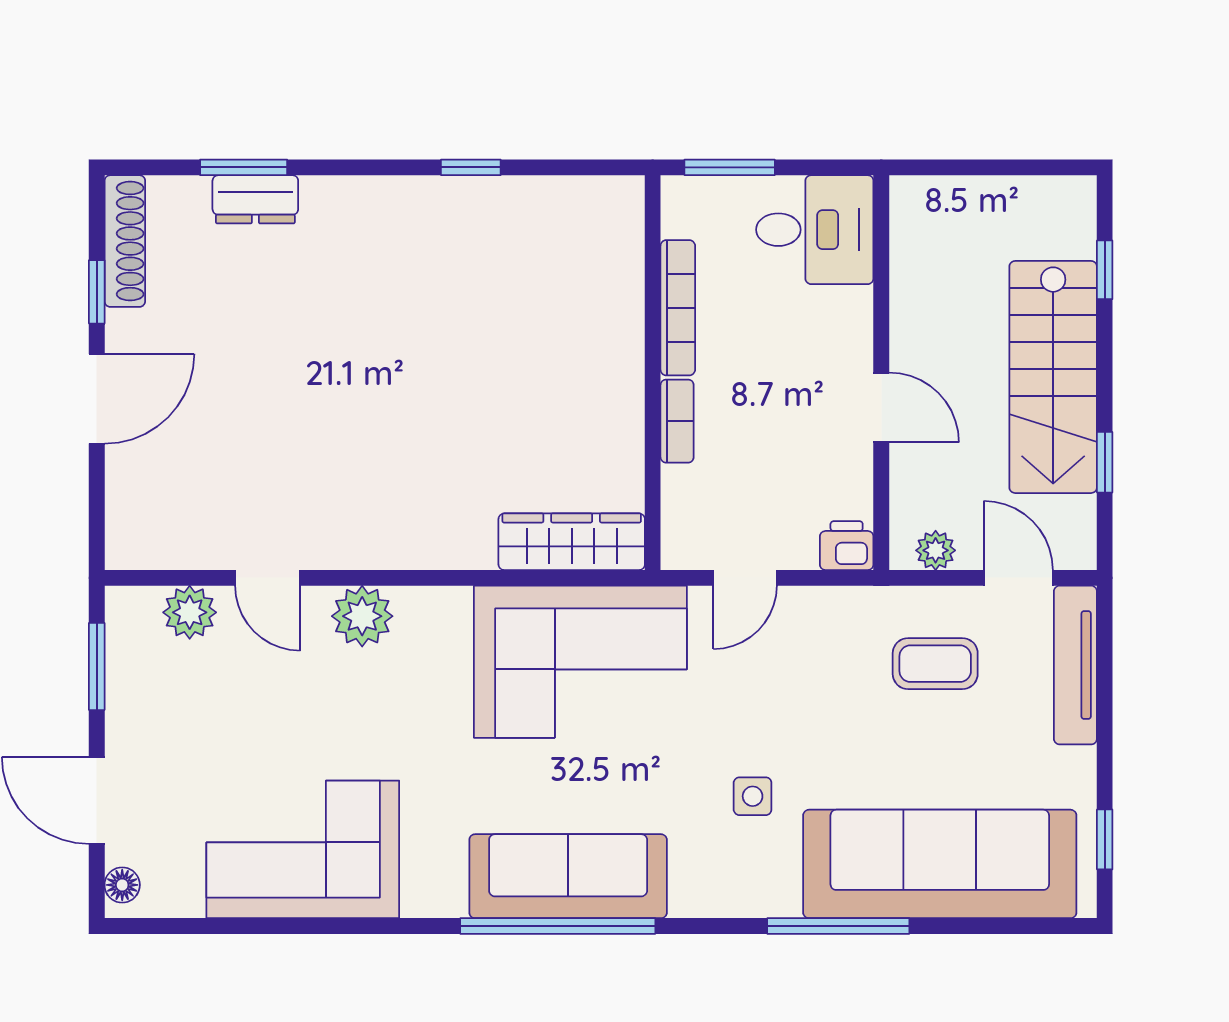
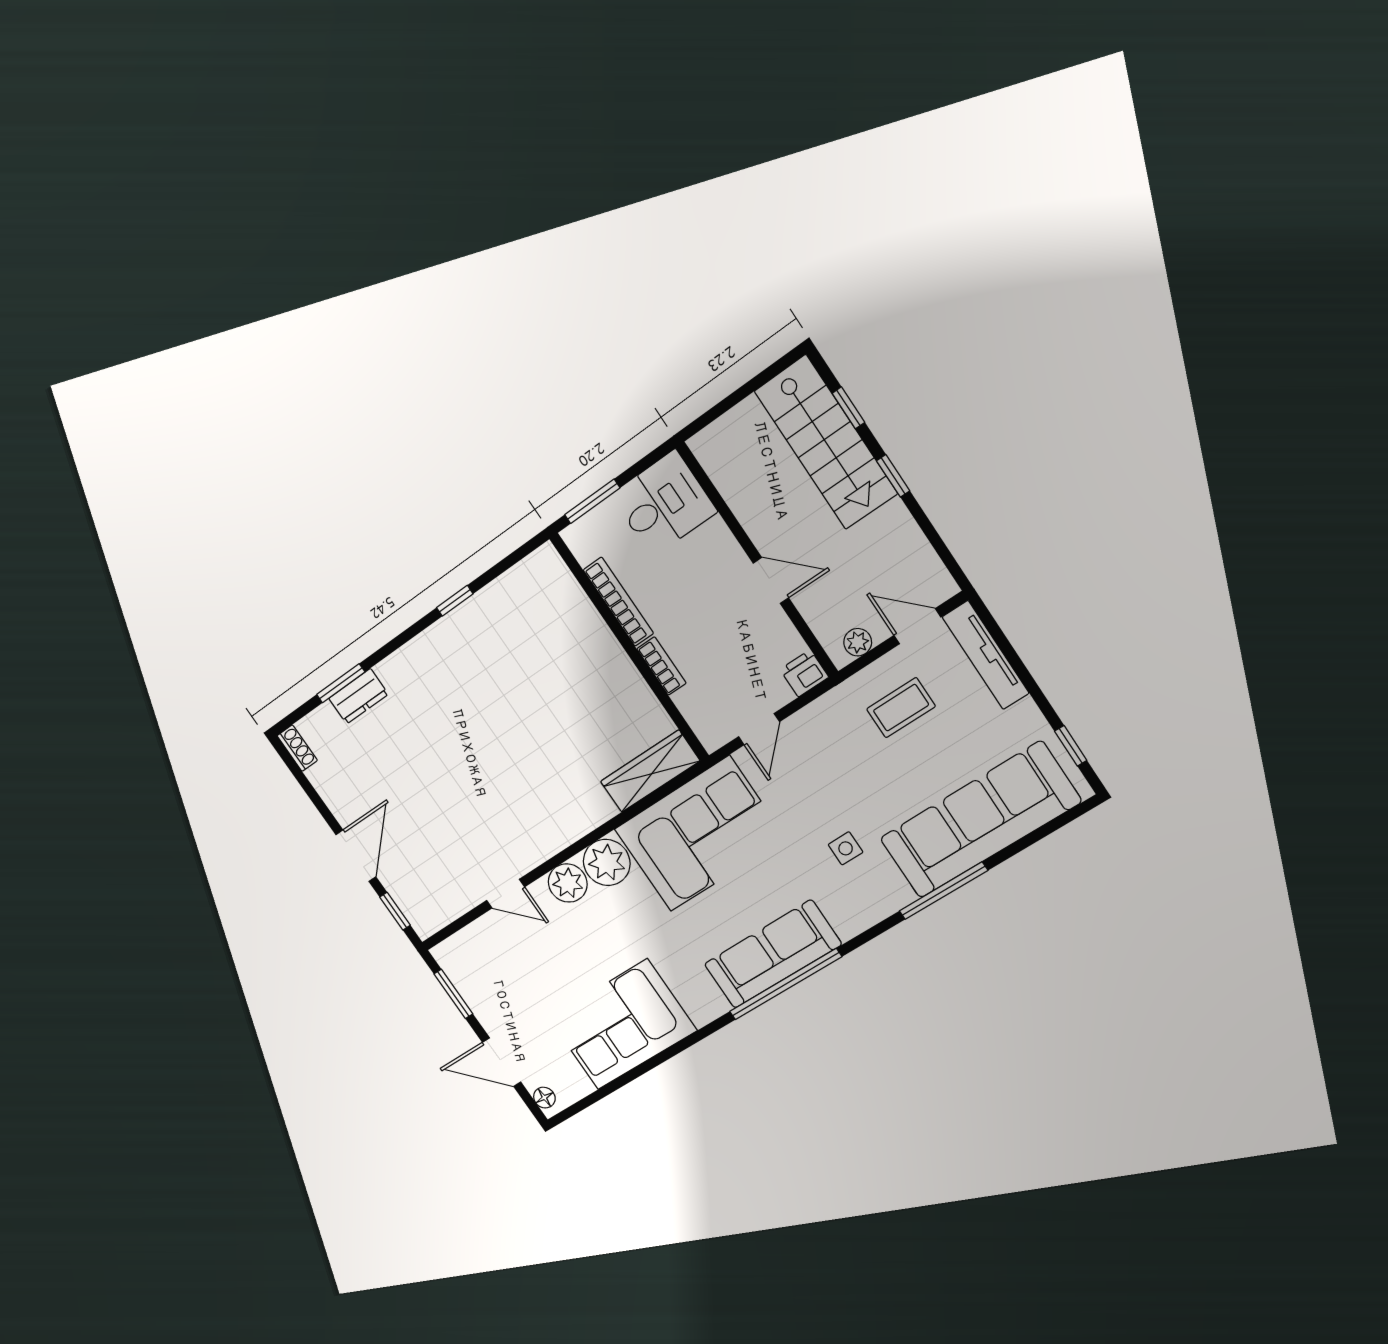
shoe rack: (125, 241) -> (297, 748), width x0.51, depth x0.81
window: (97, 292) -> (395, 911), moved
stairs: (1053, 377) -> (826, 442), moved
window: (1105, 462) -> (893, 476), moved
plant: (190, 612) -> (607, 862), moved, width x1.36, depth x1.36

